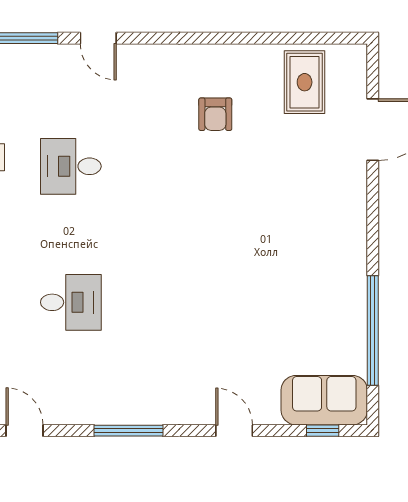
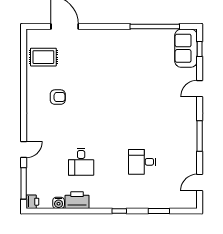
desk: (71, 302) -> (142, 162), turned -90

